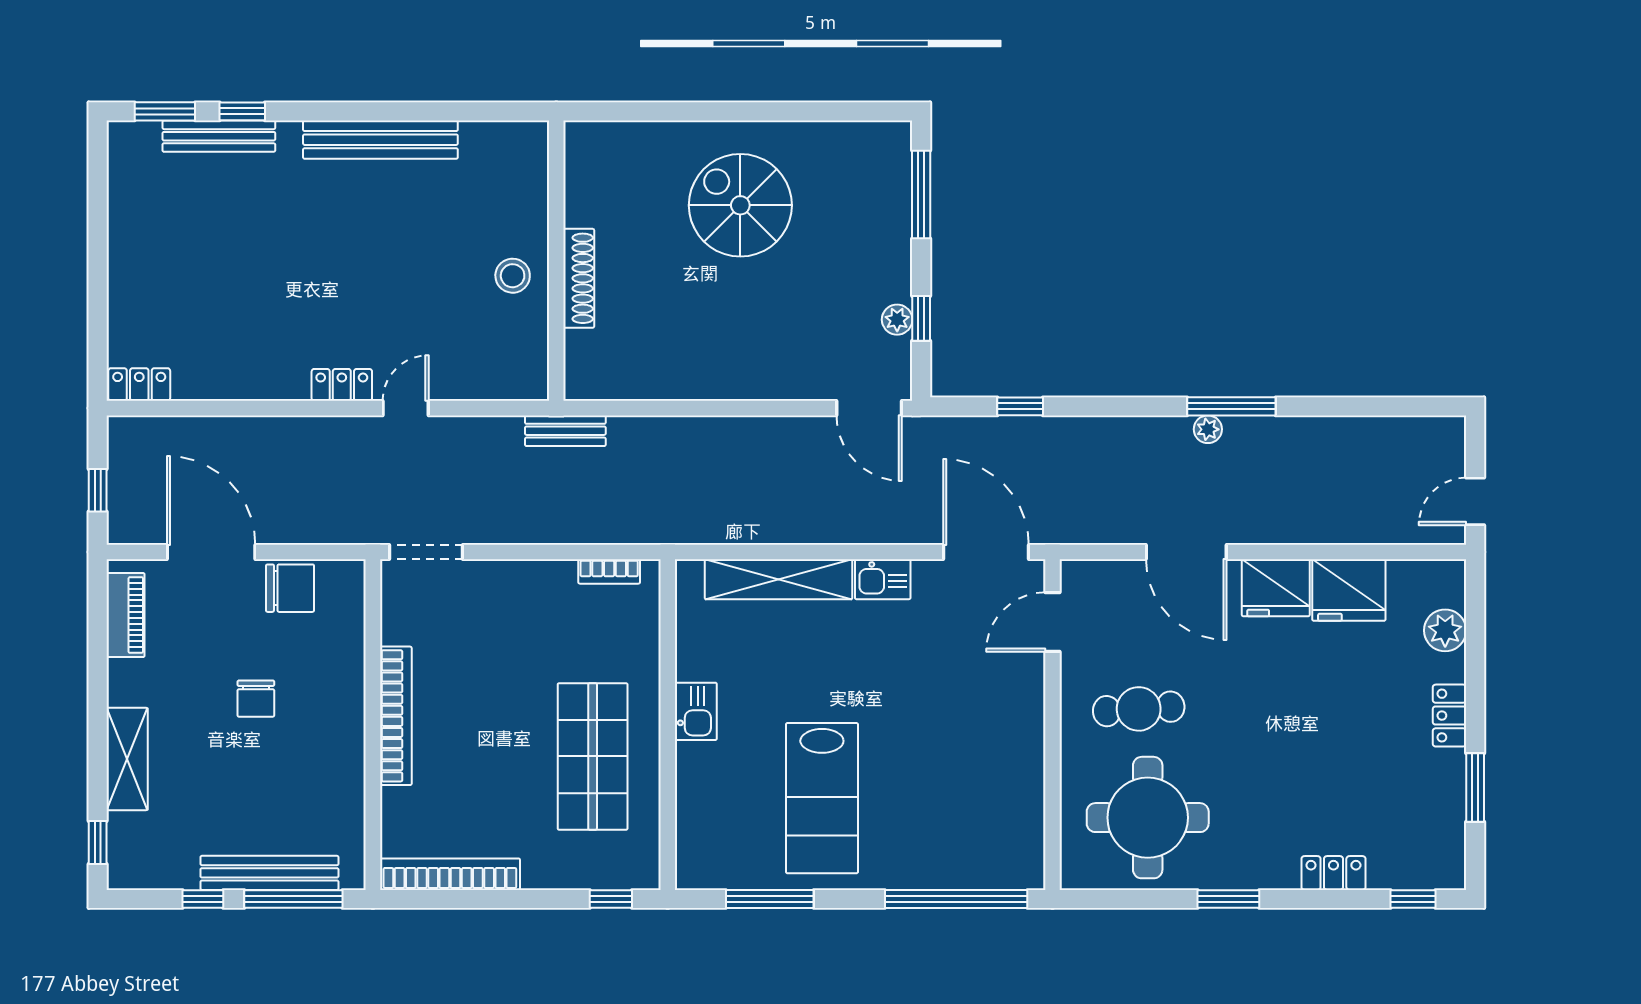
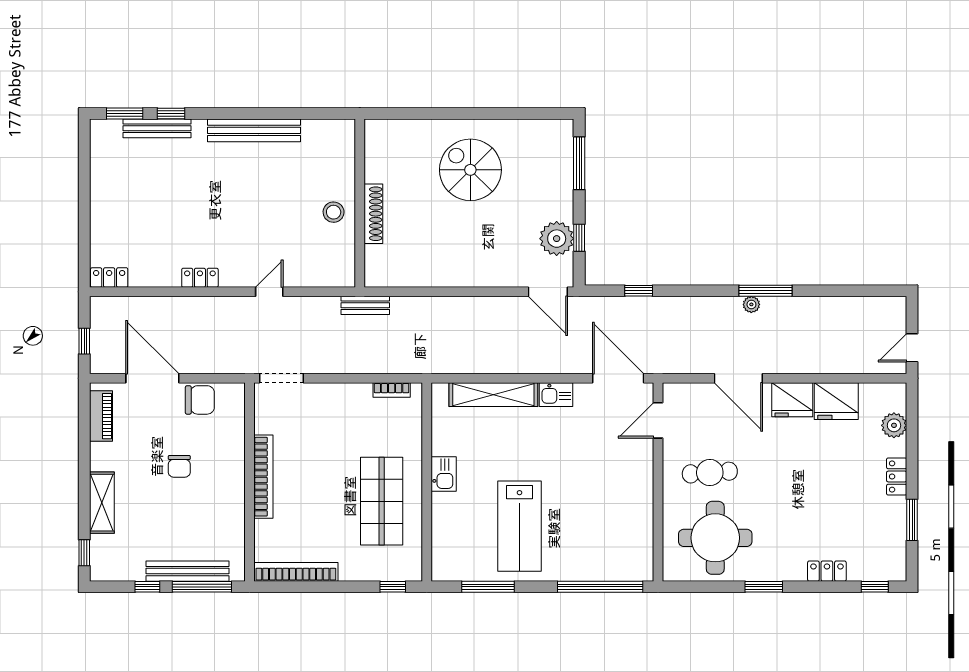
plant: (897, 320) -> (557, 239), width x1.87, depth x1.87
locker: (342, 385) -> (200, 278), moved

